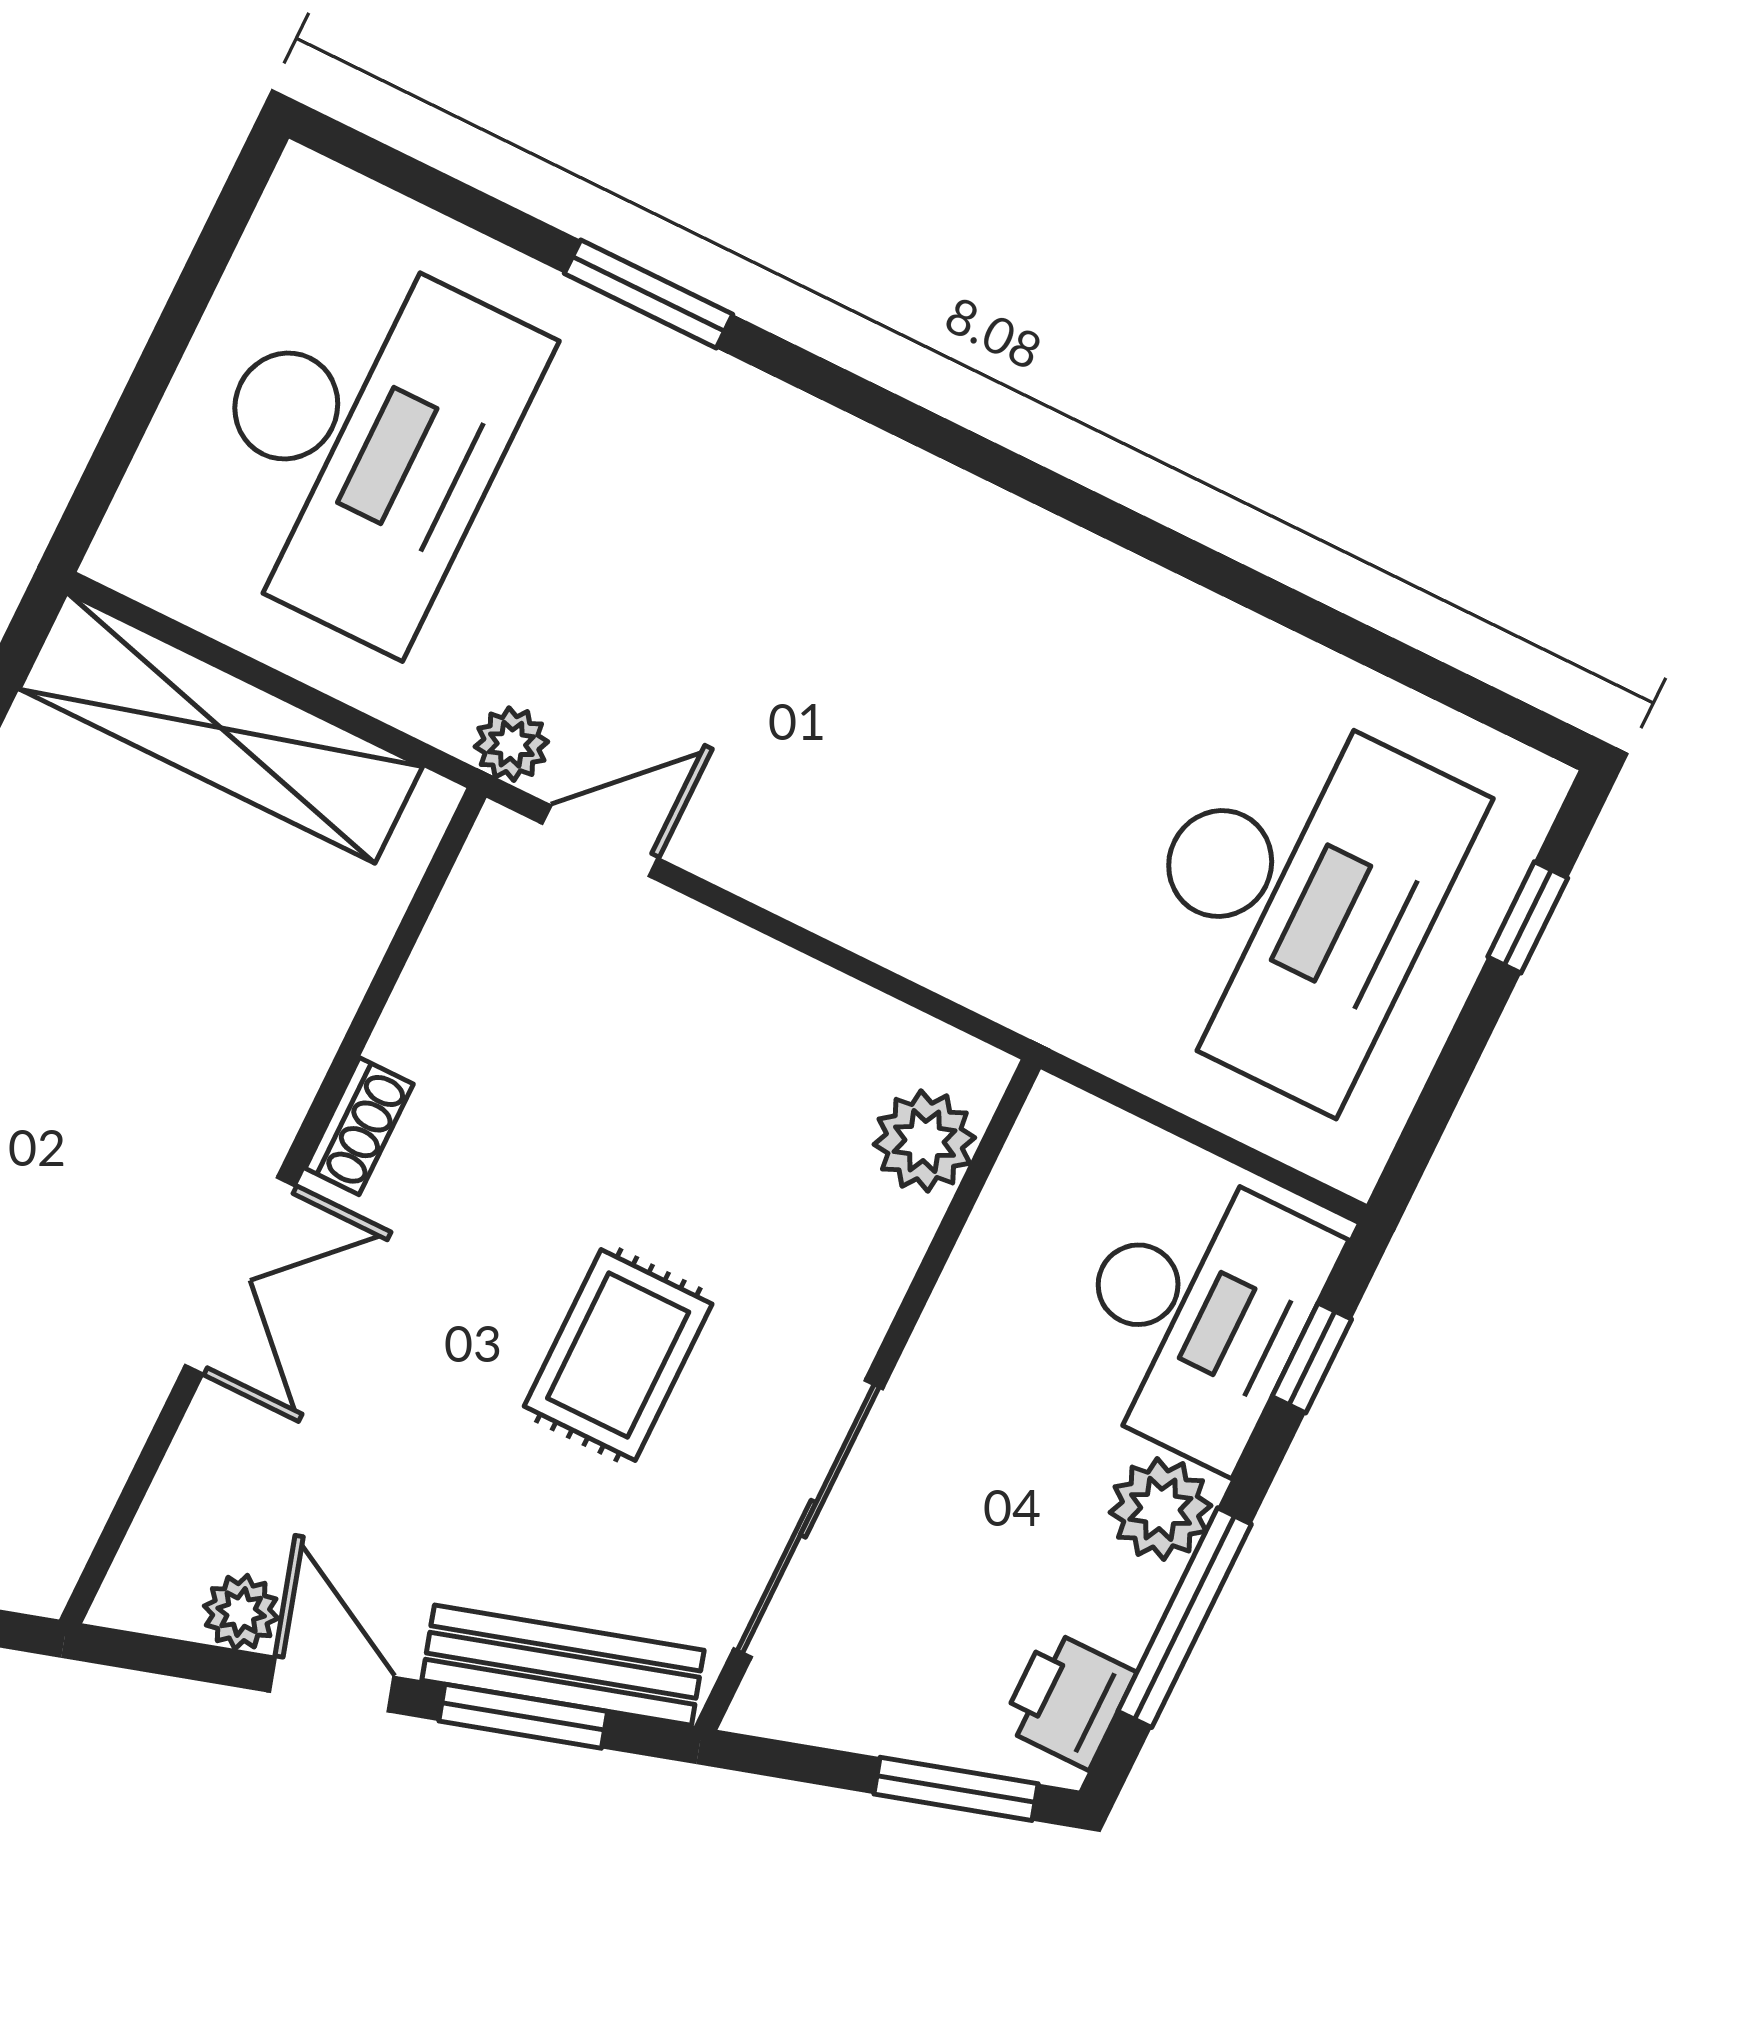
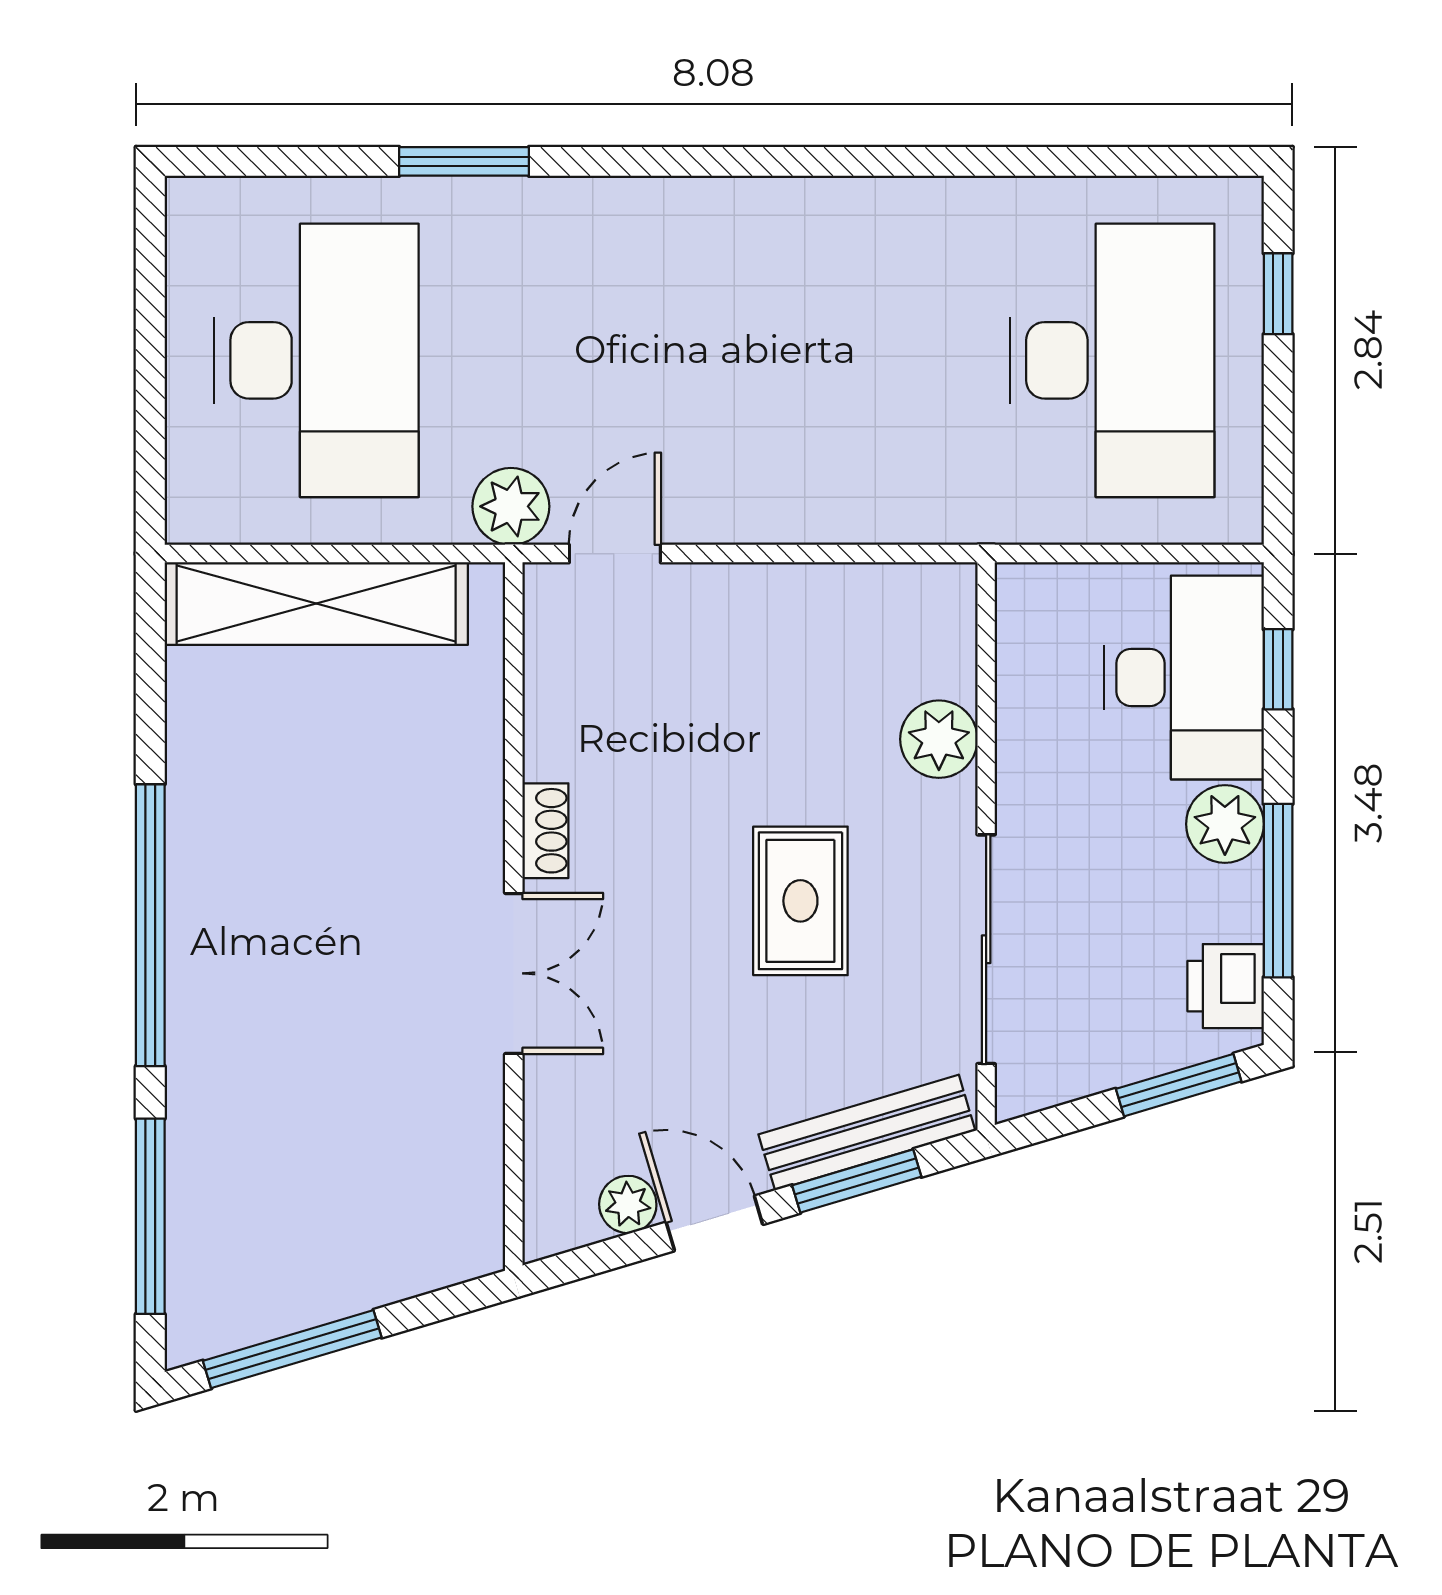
plant: (511, 744) -> (511, 506), width x1.38, depth x1.38
plant: (924, 1141) -> (939, 739), moved

